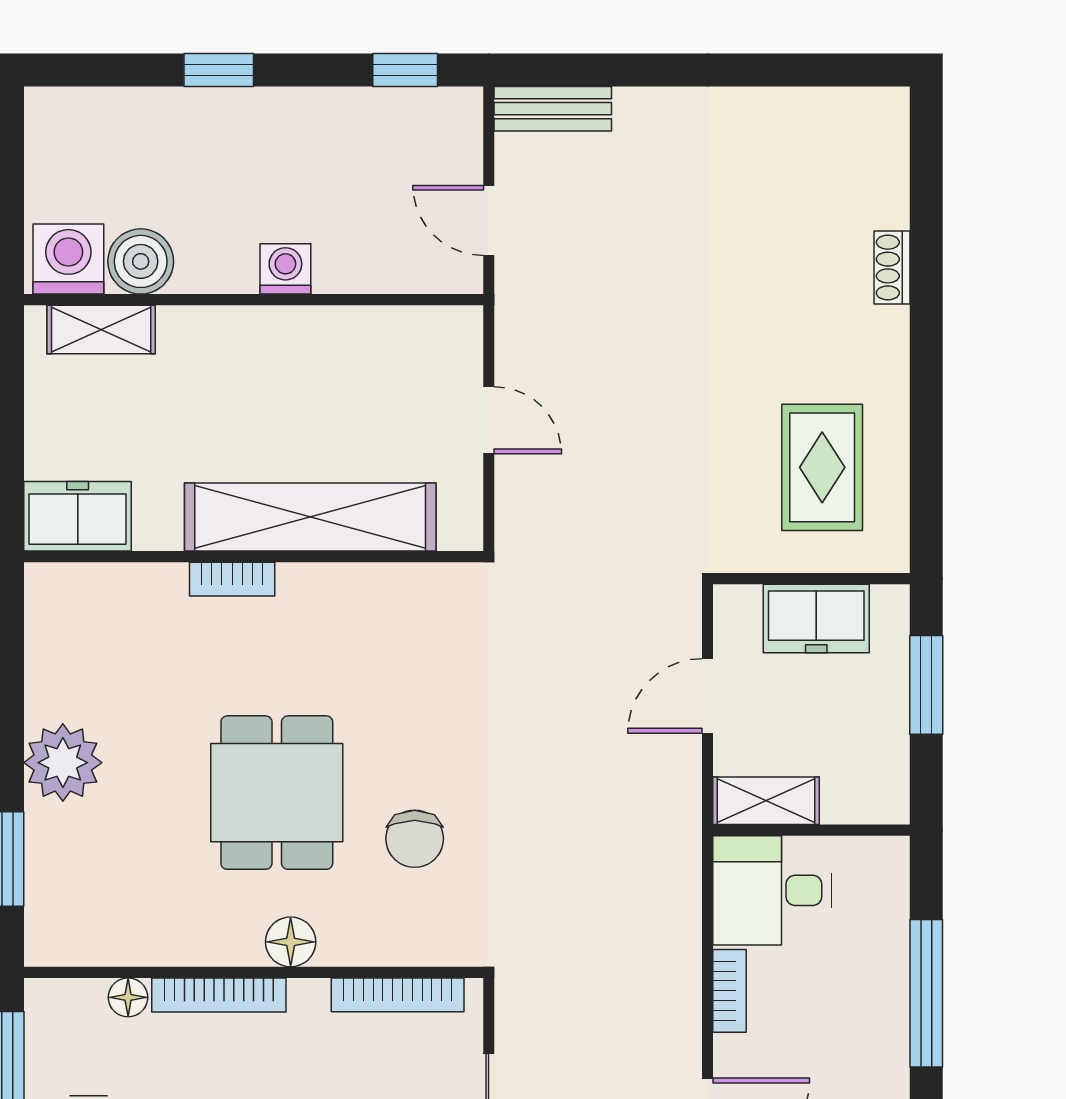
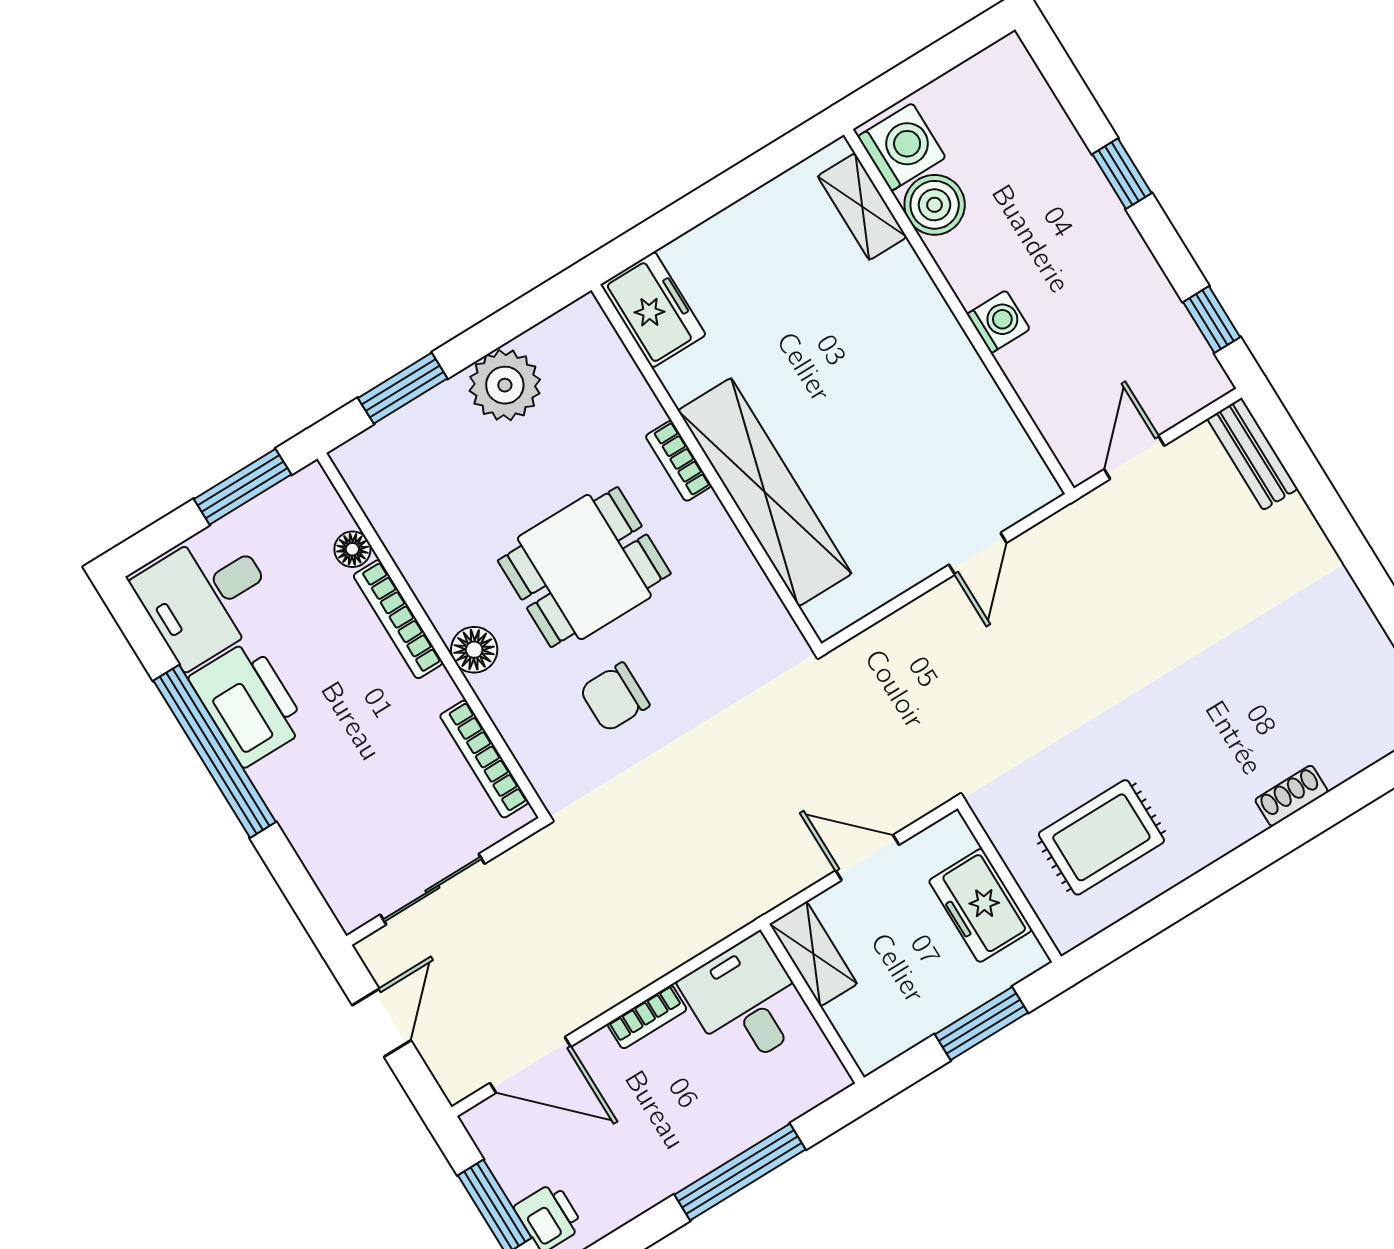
freezer: (78, 516) -> (653, 310), moved
shelving: (310, 517) -> (765, 492), moved
wall: (254, 557) -> (706, 467), moved
bookcase: (232, 579) -> (679, 461), moved

